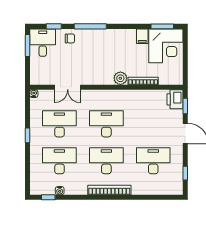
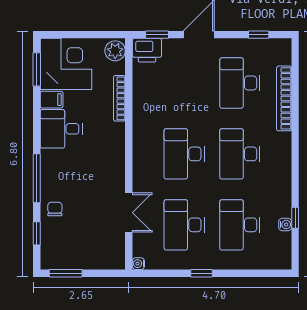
desk: (43, 43) -> (61, 129), moved
plant: (120, 78) -> (115, 51), moved
bookcase: (109, 190) -> (284, 98), moved
window: (48, 197) -> (295, 218), moved

